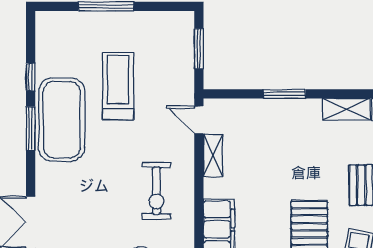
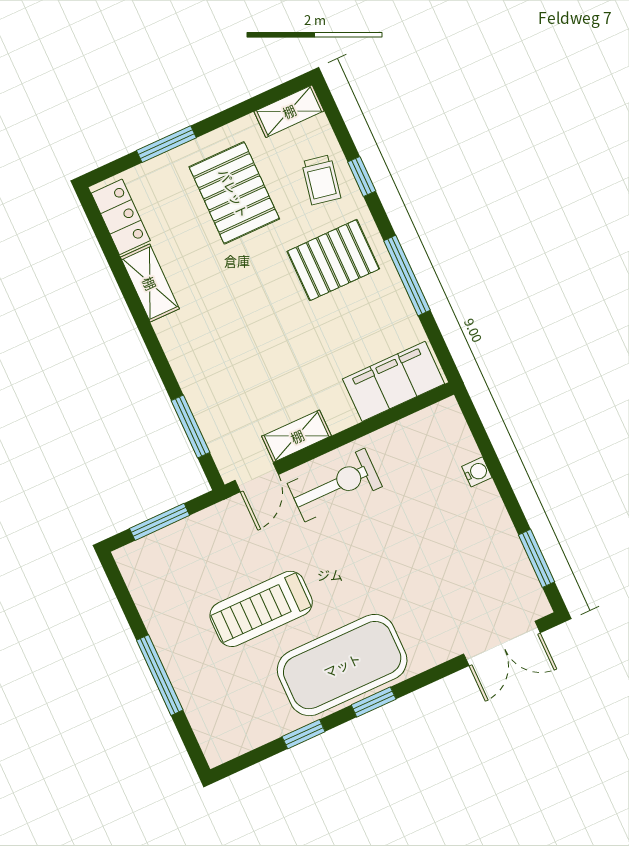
window: (284, 94) -> (191, 427), moved
window: (31, 128) -> (374, 702), width x0.67
exercise bike: (156, 191) -> (335, 485), moved

